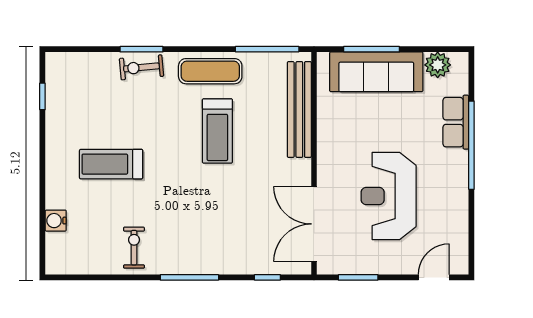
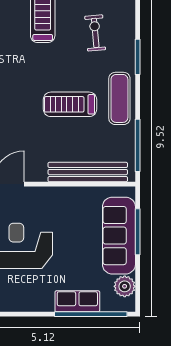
window: (142, 49) -> (138, 57), moved
exercise bike: (141, 67) -> (95, 33), moved
window: (471, 145) -> (91, 314), moved

